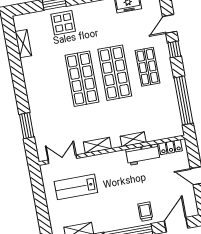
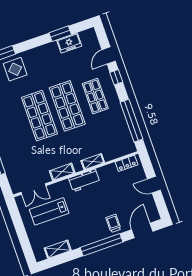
workbench: (143, 155) -> (84, 180), moved
double door: (62, 159) -> (33, 189), swing flipped

